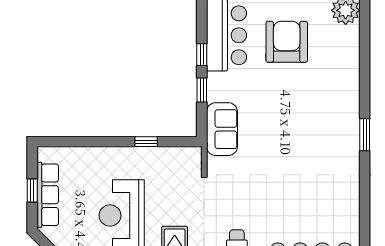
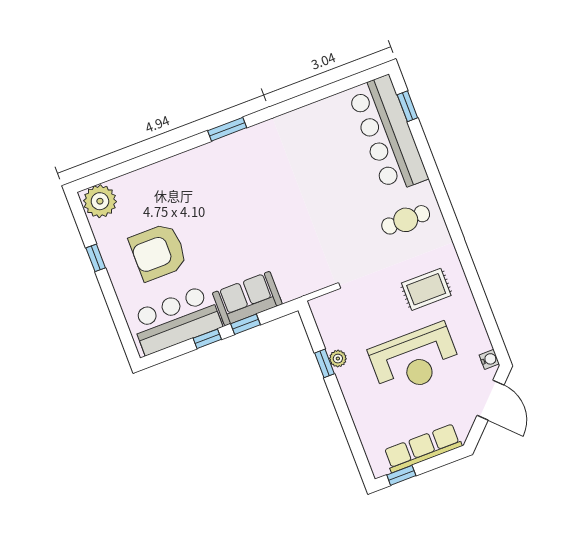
sofa: (222, 129) -> (247, 299), moved
plant: (146, 154) -> (338, 359), added
window: (32, 191) -> (401, 475), moved

